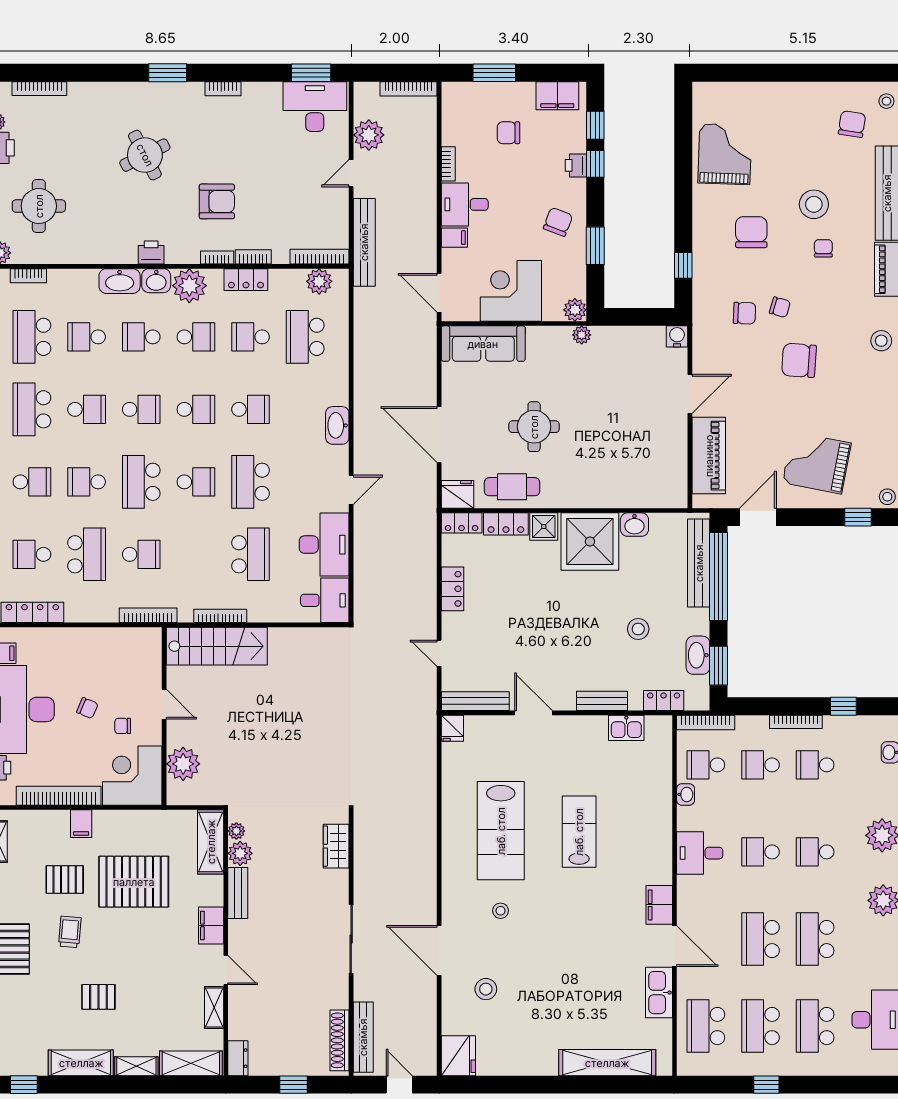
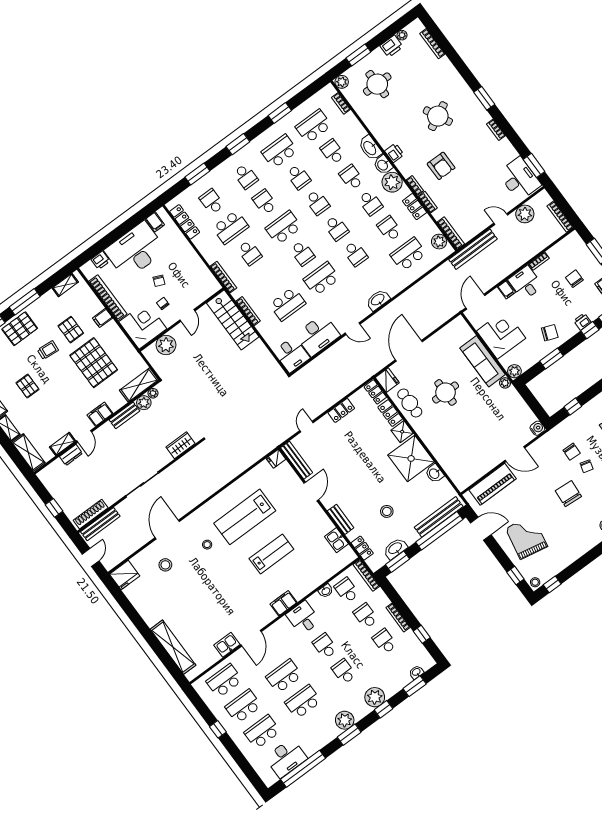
sofa: (483, 344) -> (483, 361), moved
filing cabinet: (659, 905) -> (284, 603), moved
kitchen sink: (659, 993) -> (227, 645), width x0.73
dresser: (238, 1058) -> (71, 455), moved

